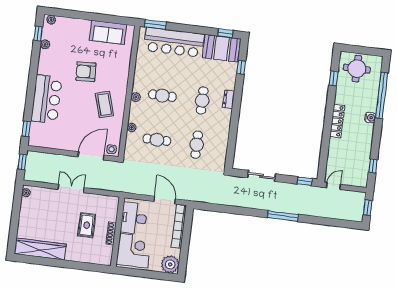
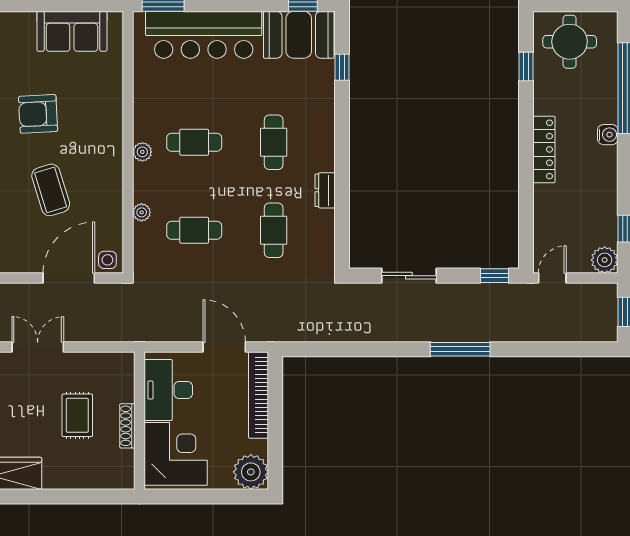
dresser: (229, 99) -> (325, 190), moved
coffee table: (105, 105) -> (51, 190), moved
plant: (361, 180) -> (605, 260), added

